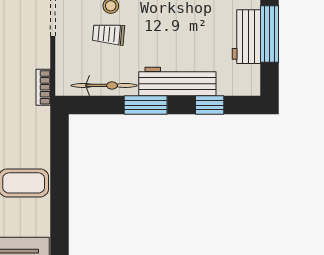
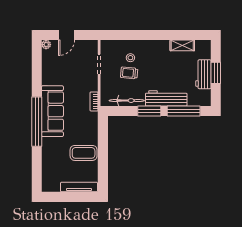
window: (269, 34) -> (216, 73), width x0.69
window: (210, 105) -> (184, 111), width x2.17

